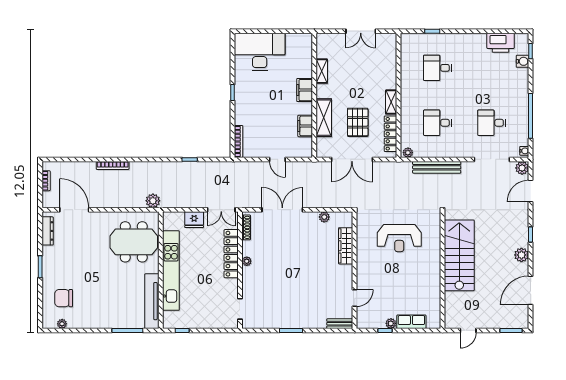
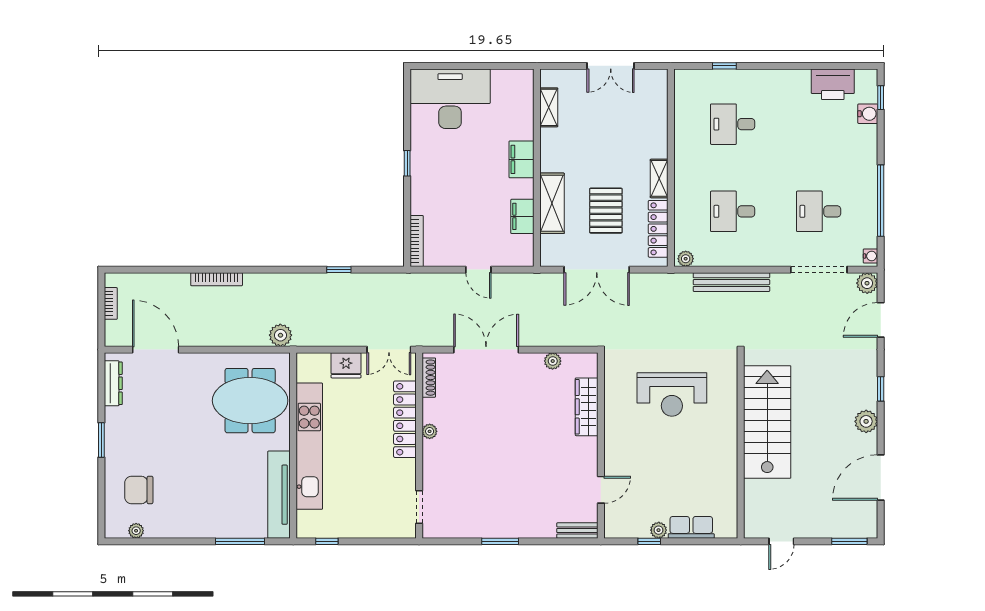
shelving: (322, 71) -> (549, 107), moved

